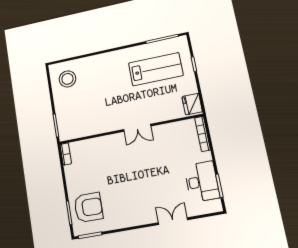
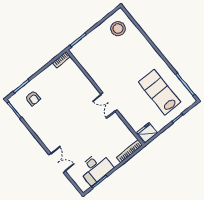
lab bench: (156, 69) -> (160, 92), turned 180
armchair: (88, 207) -> (33, 98), width x0.53, depth x0.53

